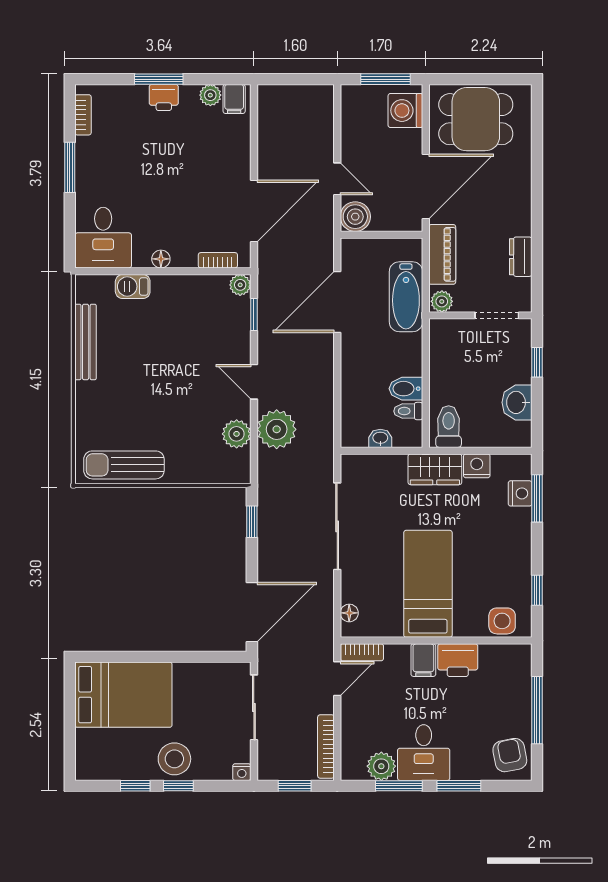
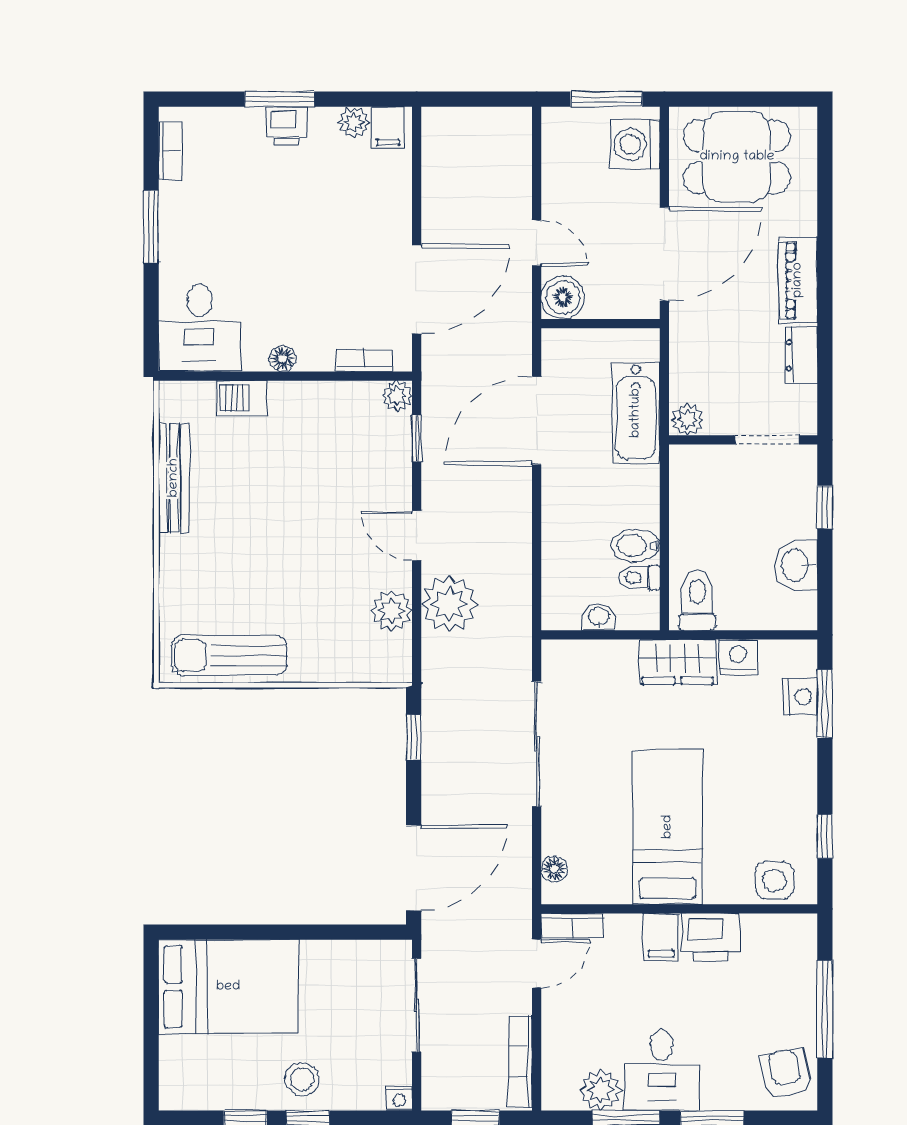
piano: (442, 254) -> (798, 280), moved, turned 180
stool: (174, 759) -> (302, 1079), width x0.73, depth x0.73

